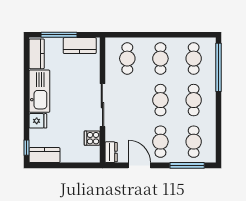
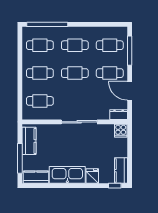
cooker: (92, 138) -> (121, 131), moved
door: (139, 165) -> (130, 91), hinge flipped

